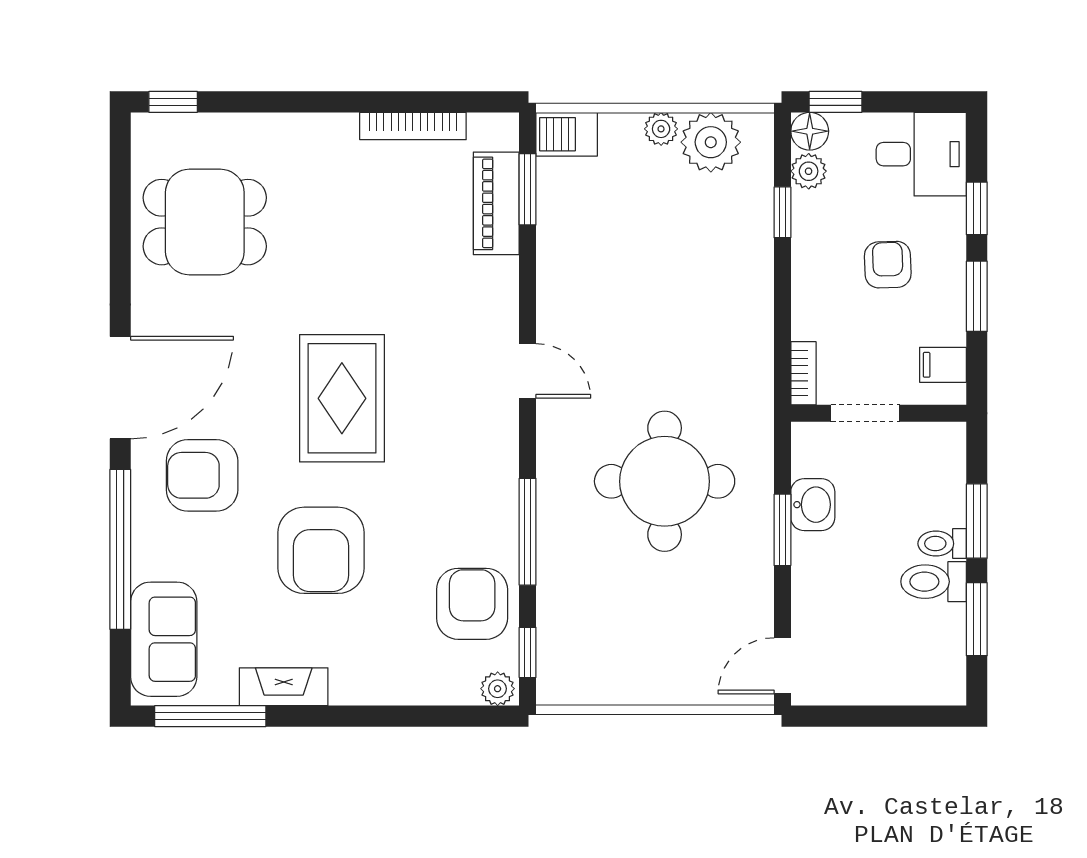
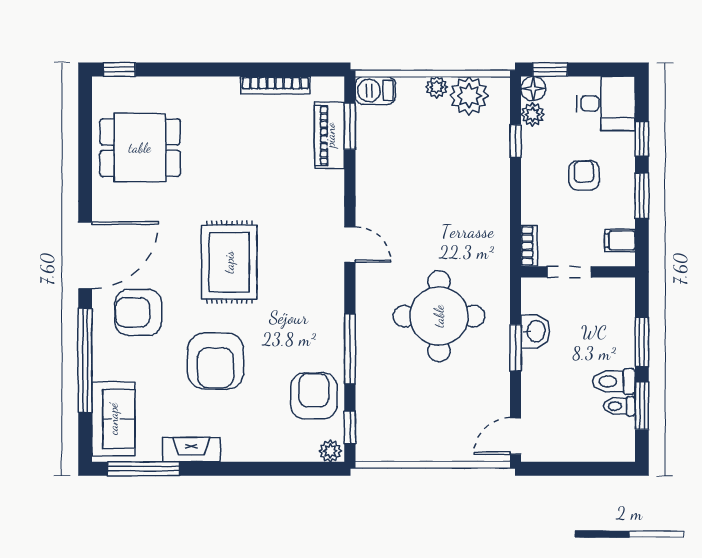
toilet: (942, 544) -> (619, 406), moved

